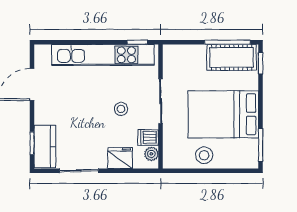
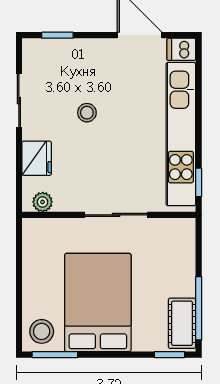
cot: (232, 57) -> (182, 323), width x0.73, depth x0.75
stool: (121, 109) -> (87, 113), moved
dishwasher: (148, 137) -> (181, 49), moved, turned -90
kitchen counter: (45, 147) -> (53, 53), removed
stool: (204, 155) -> (42, 331), moved

